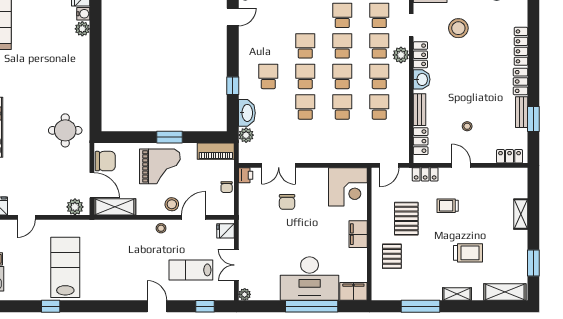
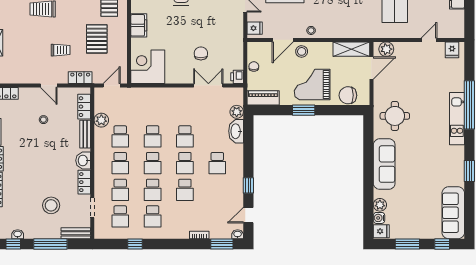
plant: (401, 55) -> (101, 120), moved
sofa: (77, 75) -> (384, 164), added
window: (233, 86) -> (248, 185), moved
chair: (105, 161) -> (348, 95), moved
door: (92, 185) -> (371, 68), swing flipped

